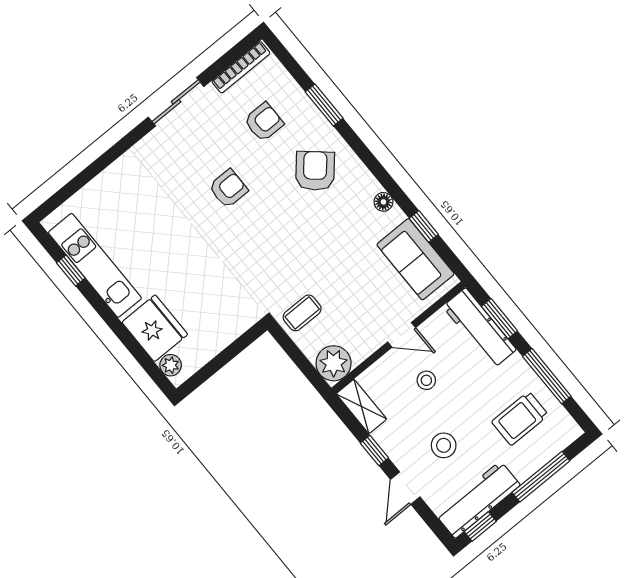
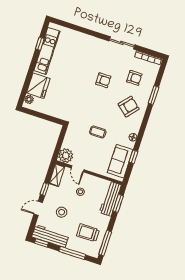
coffee table: (302, 313) -> (98, 132), moved
door: (402, 335) -> (78, 169), moved
window: (547, 376) -> (105, 243), moved

